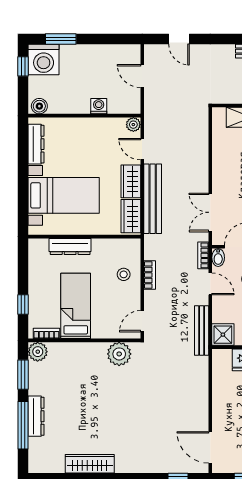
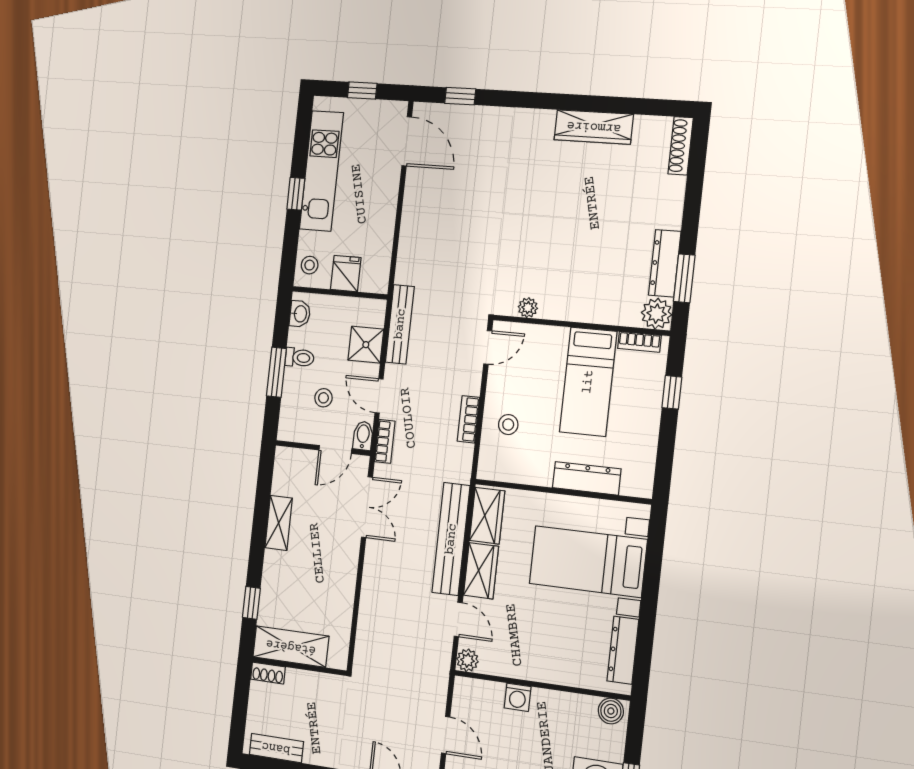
shower: (223, 335) -> (366, 345), moved
plant: (119, 354) -> (528, 308), width x0.53, depth x0.53
dresser: (36, 416) -> (665, 263), moved
window: (23, 425) -> (693, 196), removed
shoe rack: (34, 455) -> (681, 146), added

